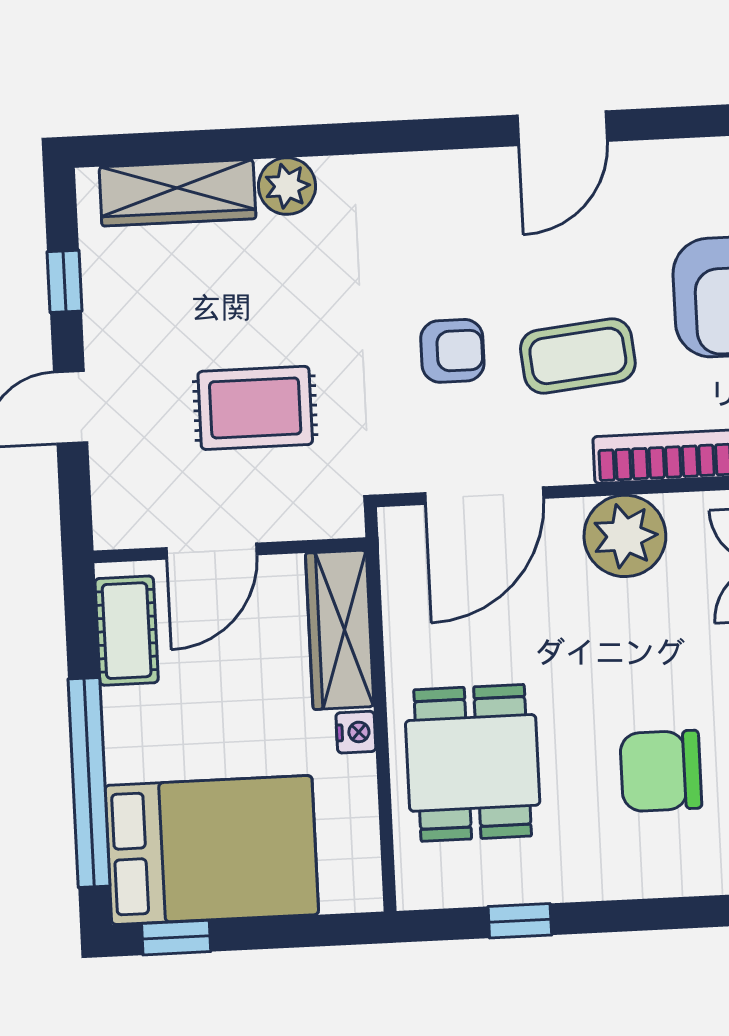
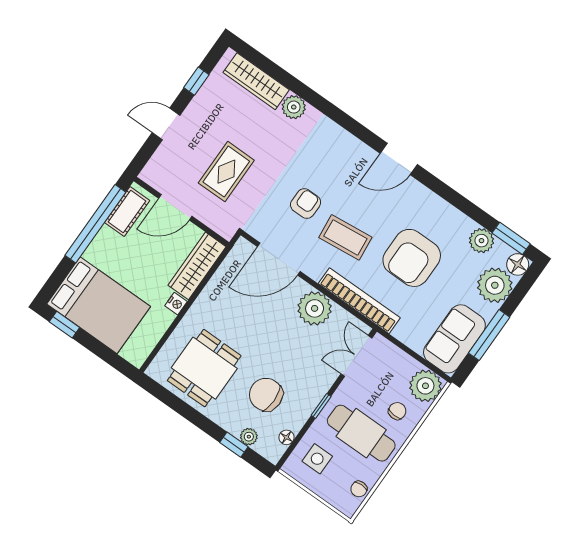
armchair: (452, 351) -> (306, 204), turned -90
rug: (255, 408) -> (226, 172), turned 90
dining table: (473, 763) -> (204, 368), moved
window: (89, 782) -> (95, 224), moved
plant: (691, 876) -> (249, 437), added
window: (520, 921) -> (234, 445), moved

